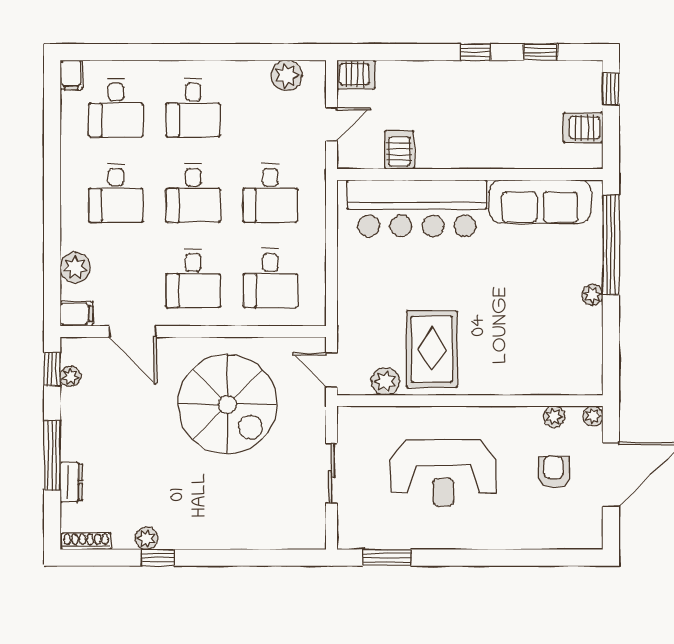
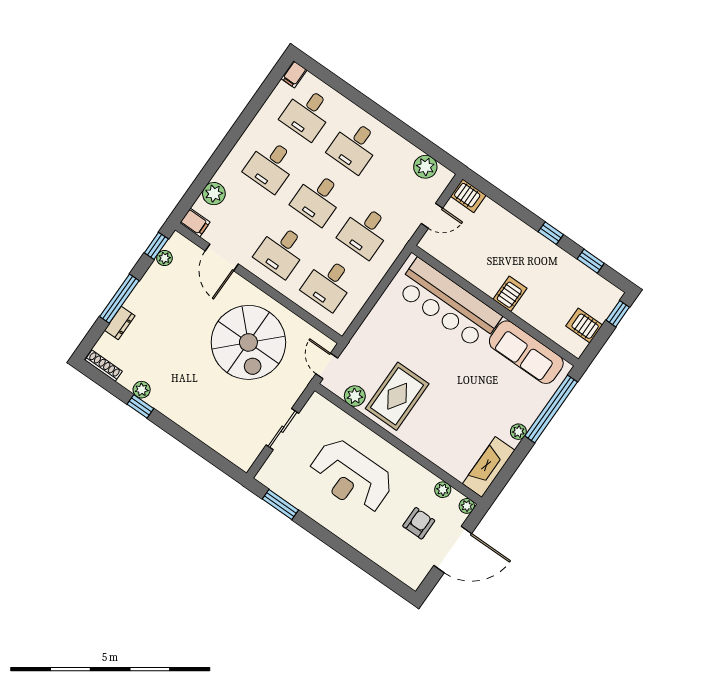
server rack: (399, 150) -> (510, 294), moved
fireplace: (587, 357) -> (489, 467), added

